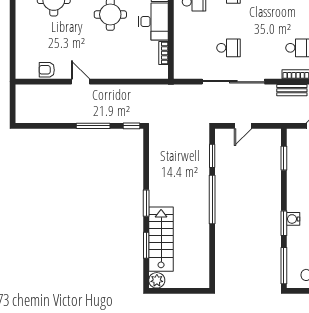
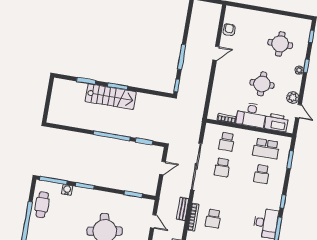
school desk: (194, 48) -> (227, 142), added
door: (243, 126) -> (162, 168), swing flipped
water cooler: (293, 219) -> (67, 190), moved
stairs: (161, 239) -> (111, 97), moved
plant: (157, 280) -> (59, 84), removed

